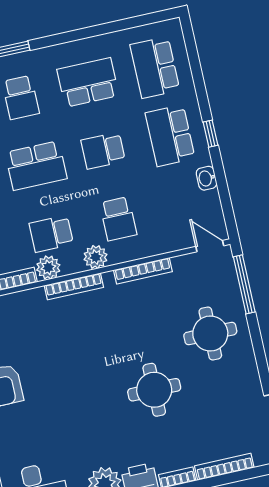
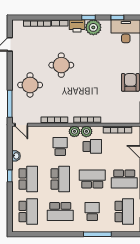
school desk: (103, 151) -> (60, 179), width x1.85
plant: (48, 267) -> (86, 131), moved

